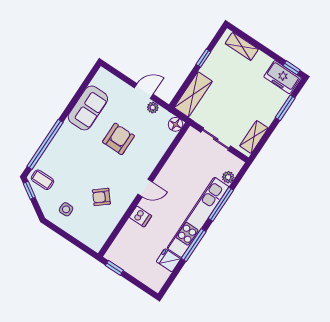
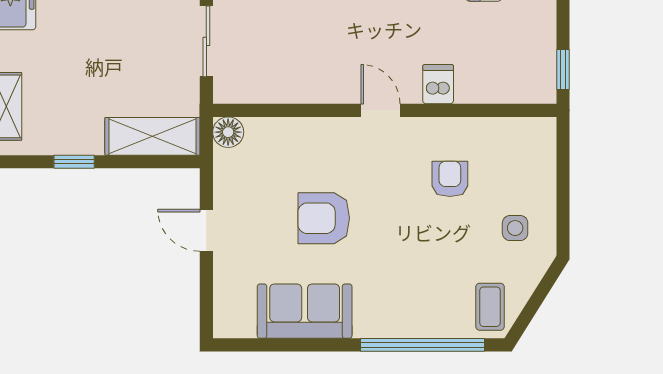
plant: (153, 107) -> (225, 194), removed
window: (29, 190) -> (525, 318), removed
armchair: (101, 197) -> (450, 179), turned -140

